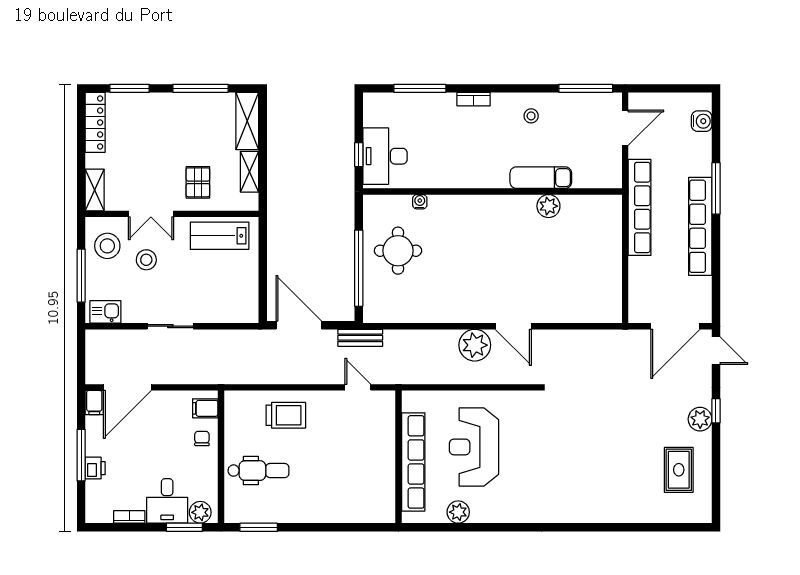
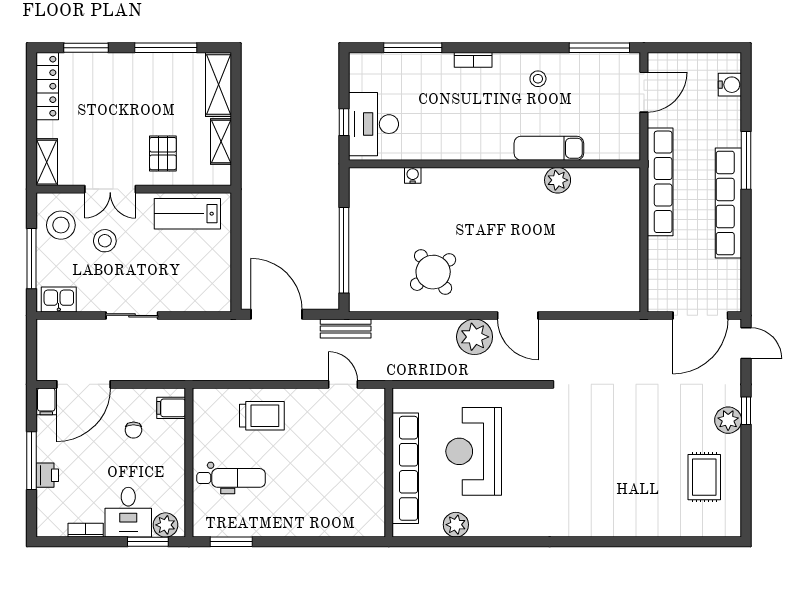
round table: (398, 251) -> (433, 272), moved, turned -37
chair: (202, 439) -> (133, 430), moved, turned 180

